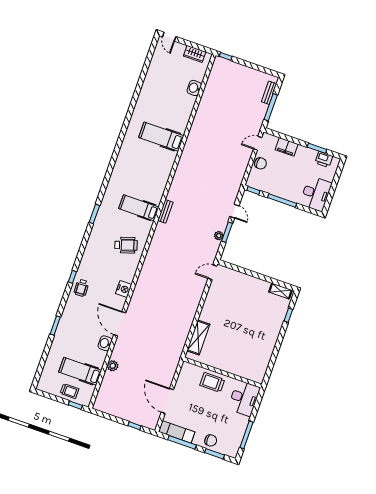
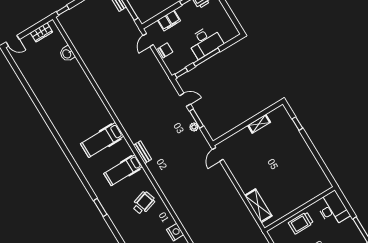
hospital bed: (161, 137) -> (102, 140), moved
desk: (316, 194) -> (205, 42), moved, turned 90
shelving: (280, 291) -> (259, 124), moved

